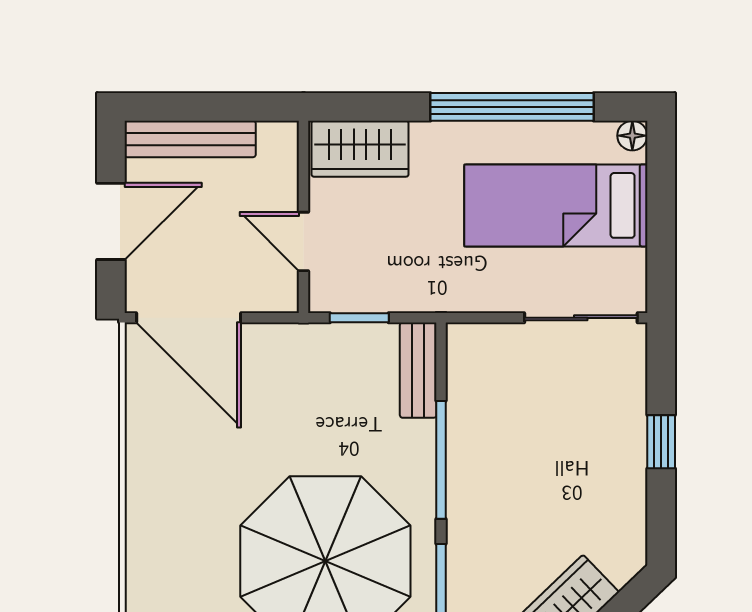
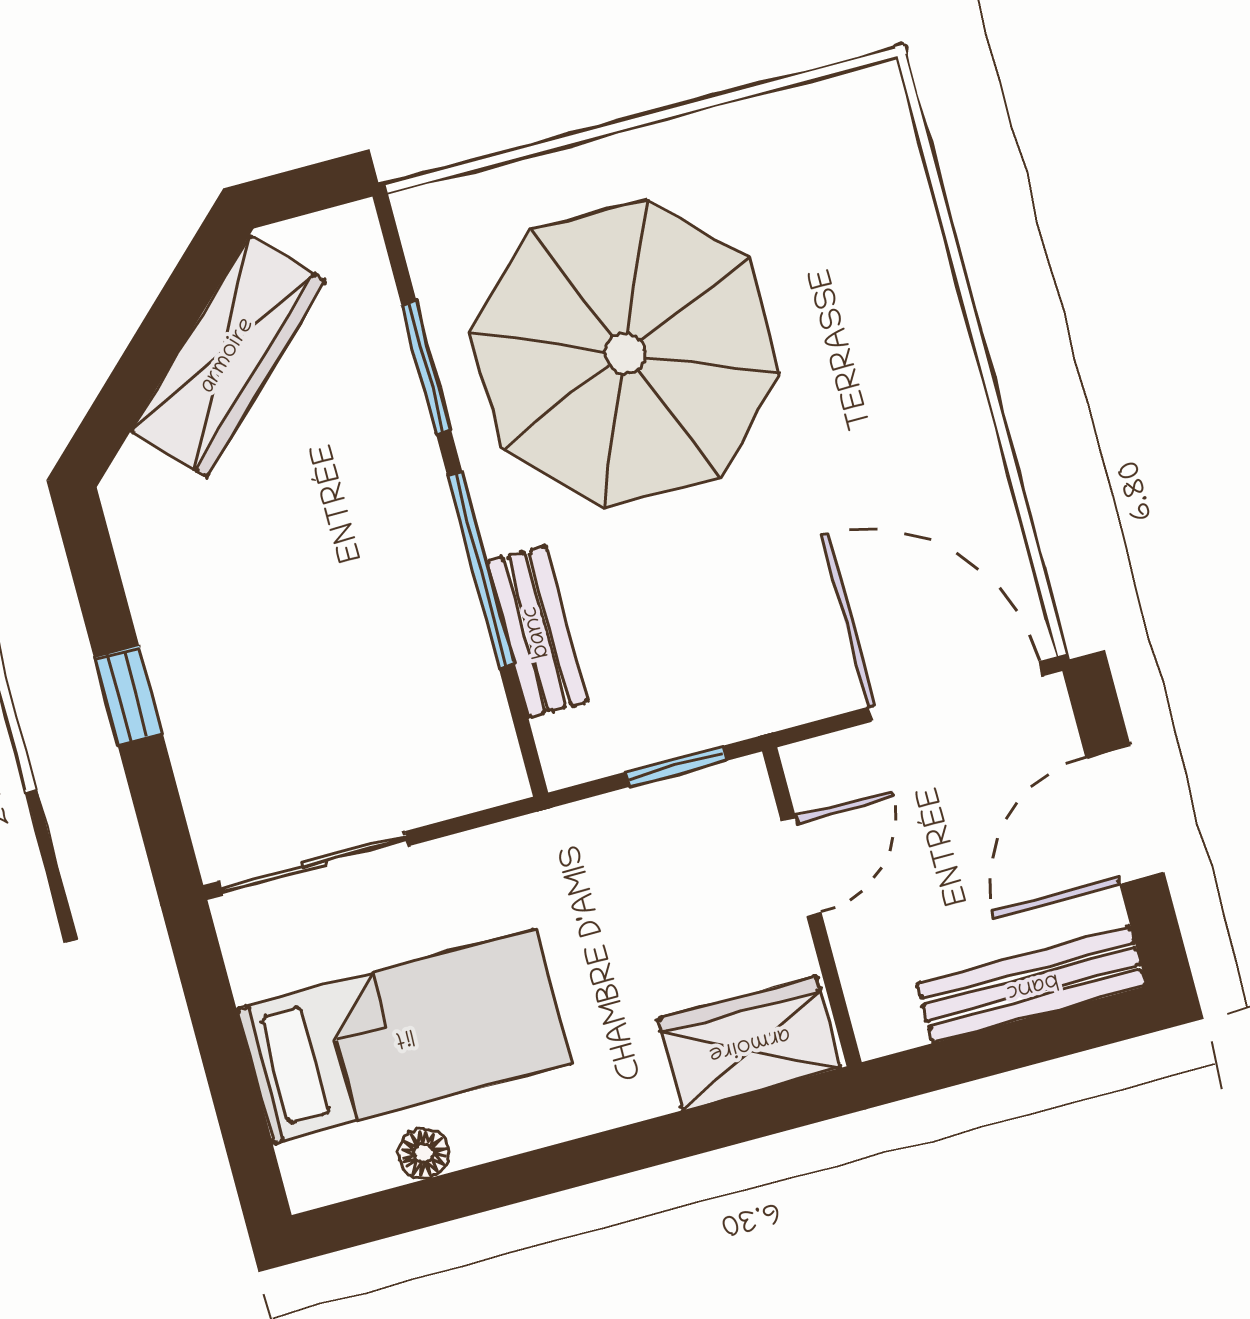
window: (512, 107) -> (519, 1178), removed
floor lamp: (632, 136) -> (424, 1153), moved
door: (303, 241) -> (801, 867), hinge flipped
bench: (418, 370) -> (537, 632), moved

